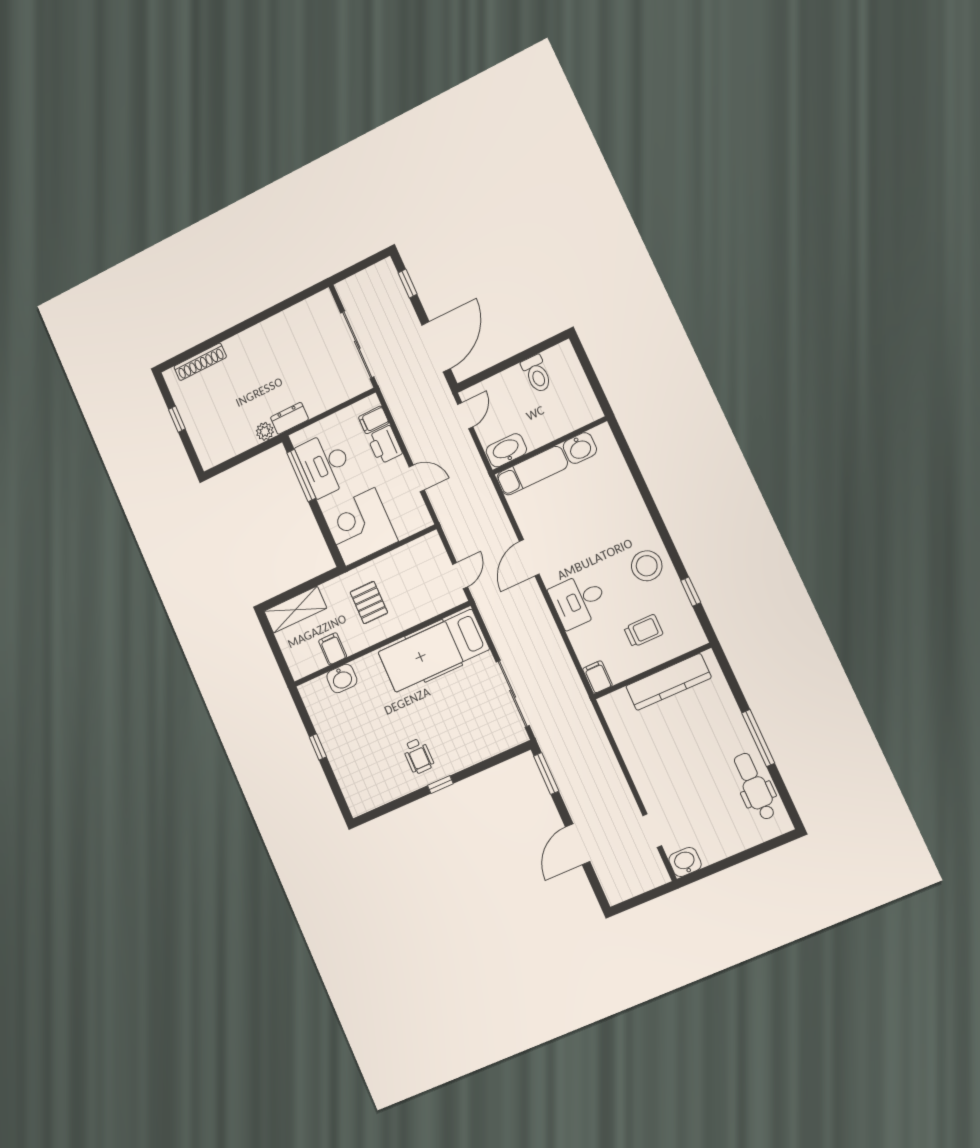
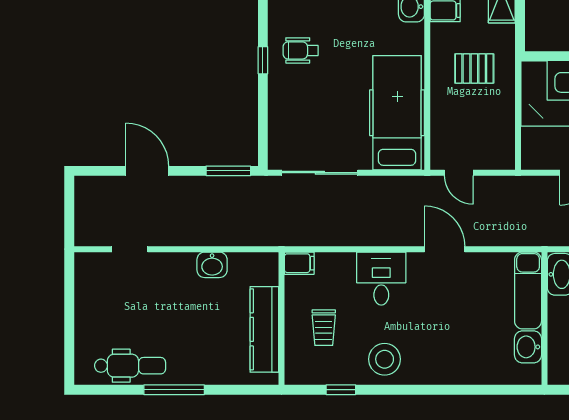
washbasin: (685, 862) -> (212, 265), moved, turned 90

